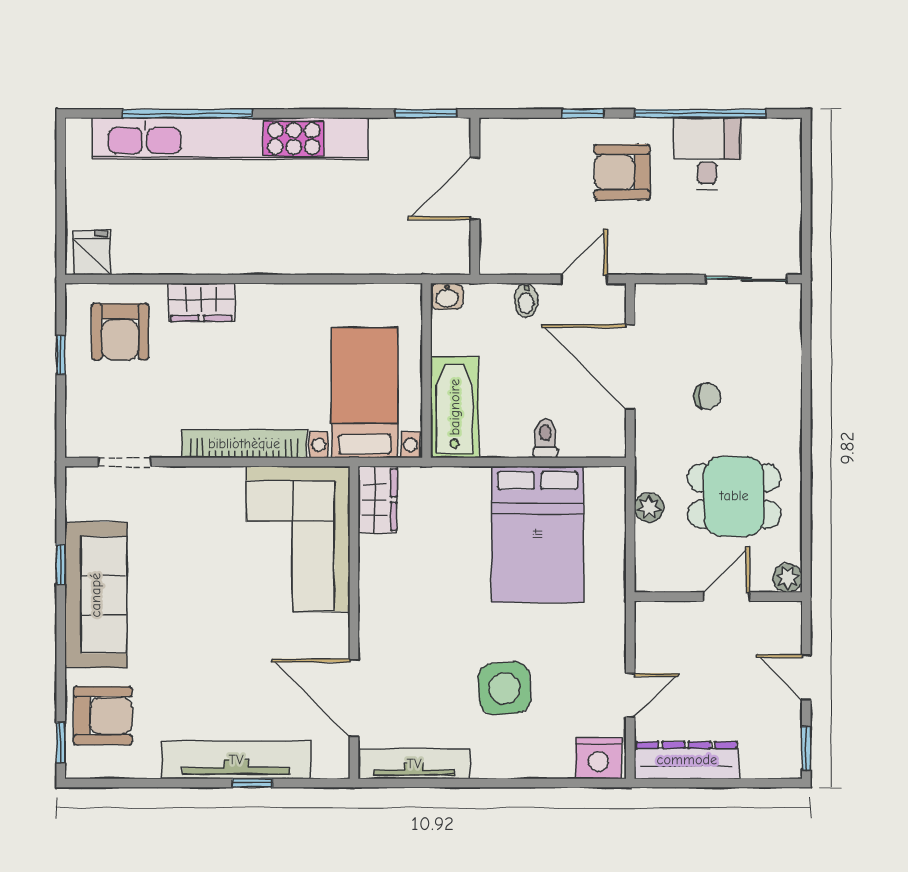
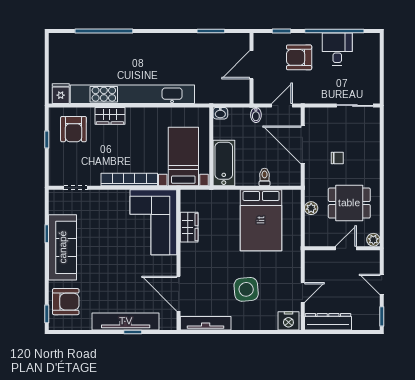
kitchen unit: (230, 138) -> (132, 94), moved, turned 180
door: (475, 188) -> (251, 65), moved
wall: (475, 196) -> (251, 68), moved
wardrobe: (378, 500) -> (189, 227), moved

